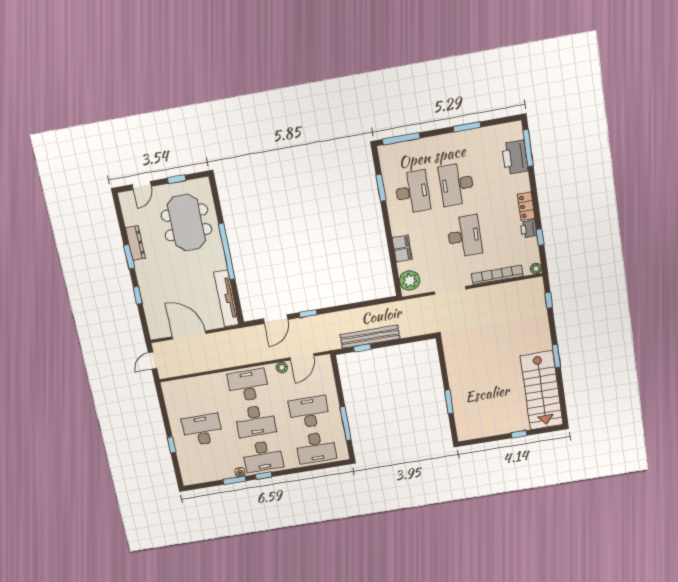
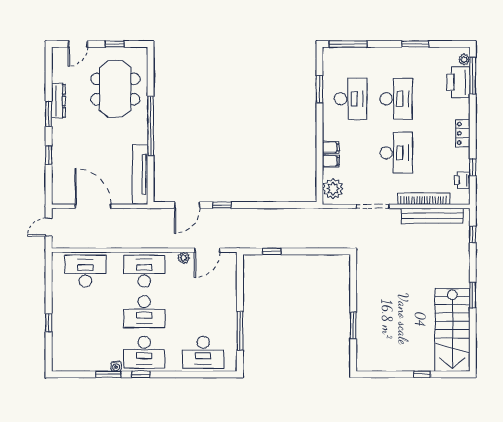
desk: (457, 184) -> (396, 99), turned 180
printer: (529, 229) -> (462, 180), moved
plant: (536, 269) -> (464, 60), moved
bench: (370, 337) -> (432, 216), moved
desk: (309, 412) -> (203, 312), removed
desk: (202, 430) -> (85, 271), moved

